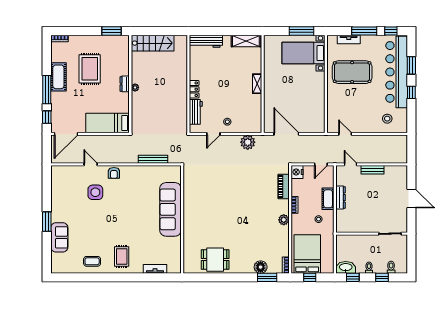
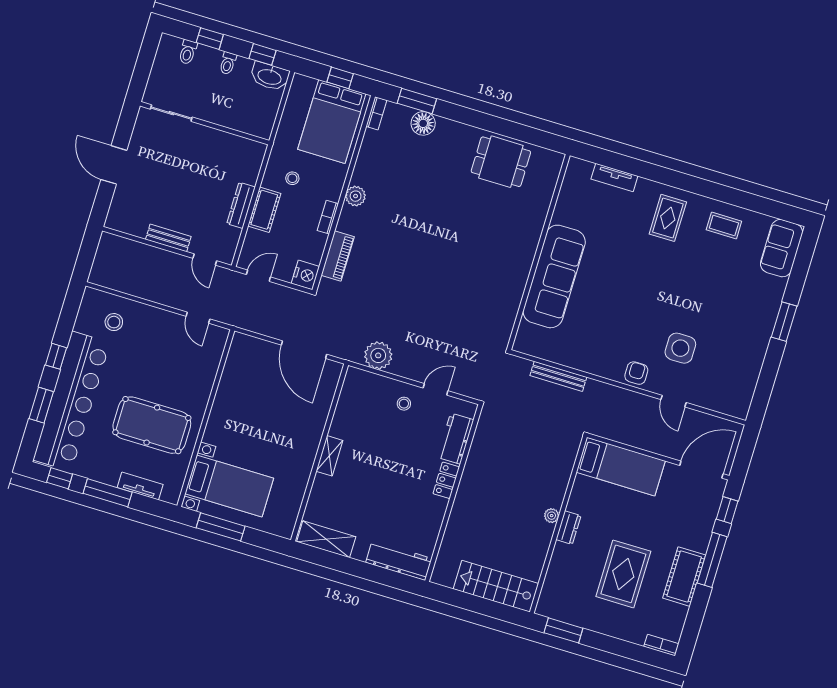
sofa: (59, 237) -> (782, 248), moved

